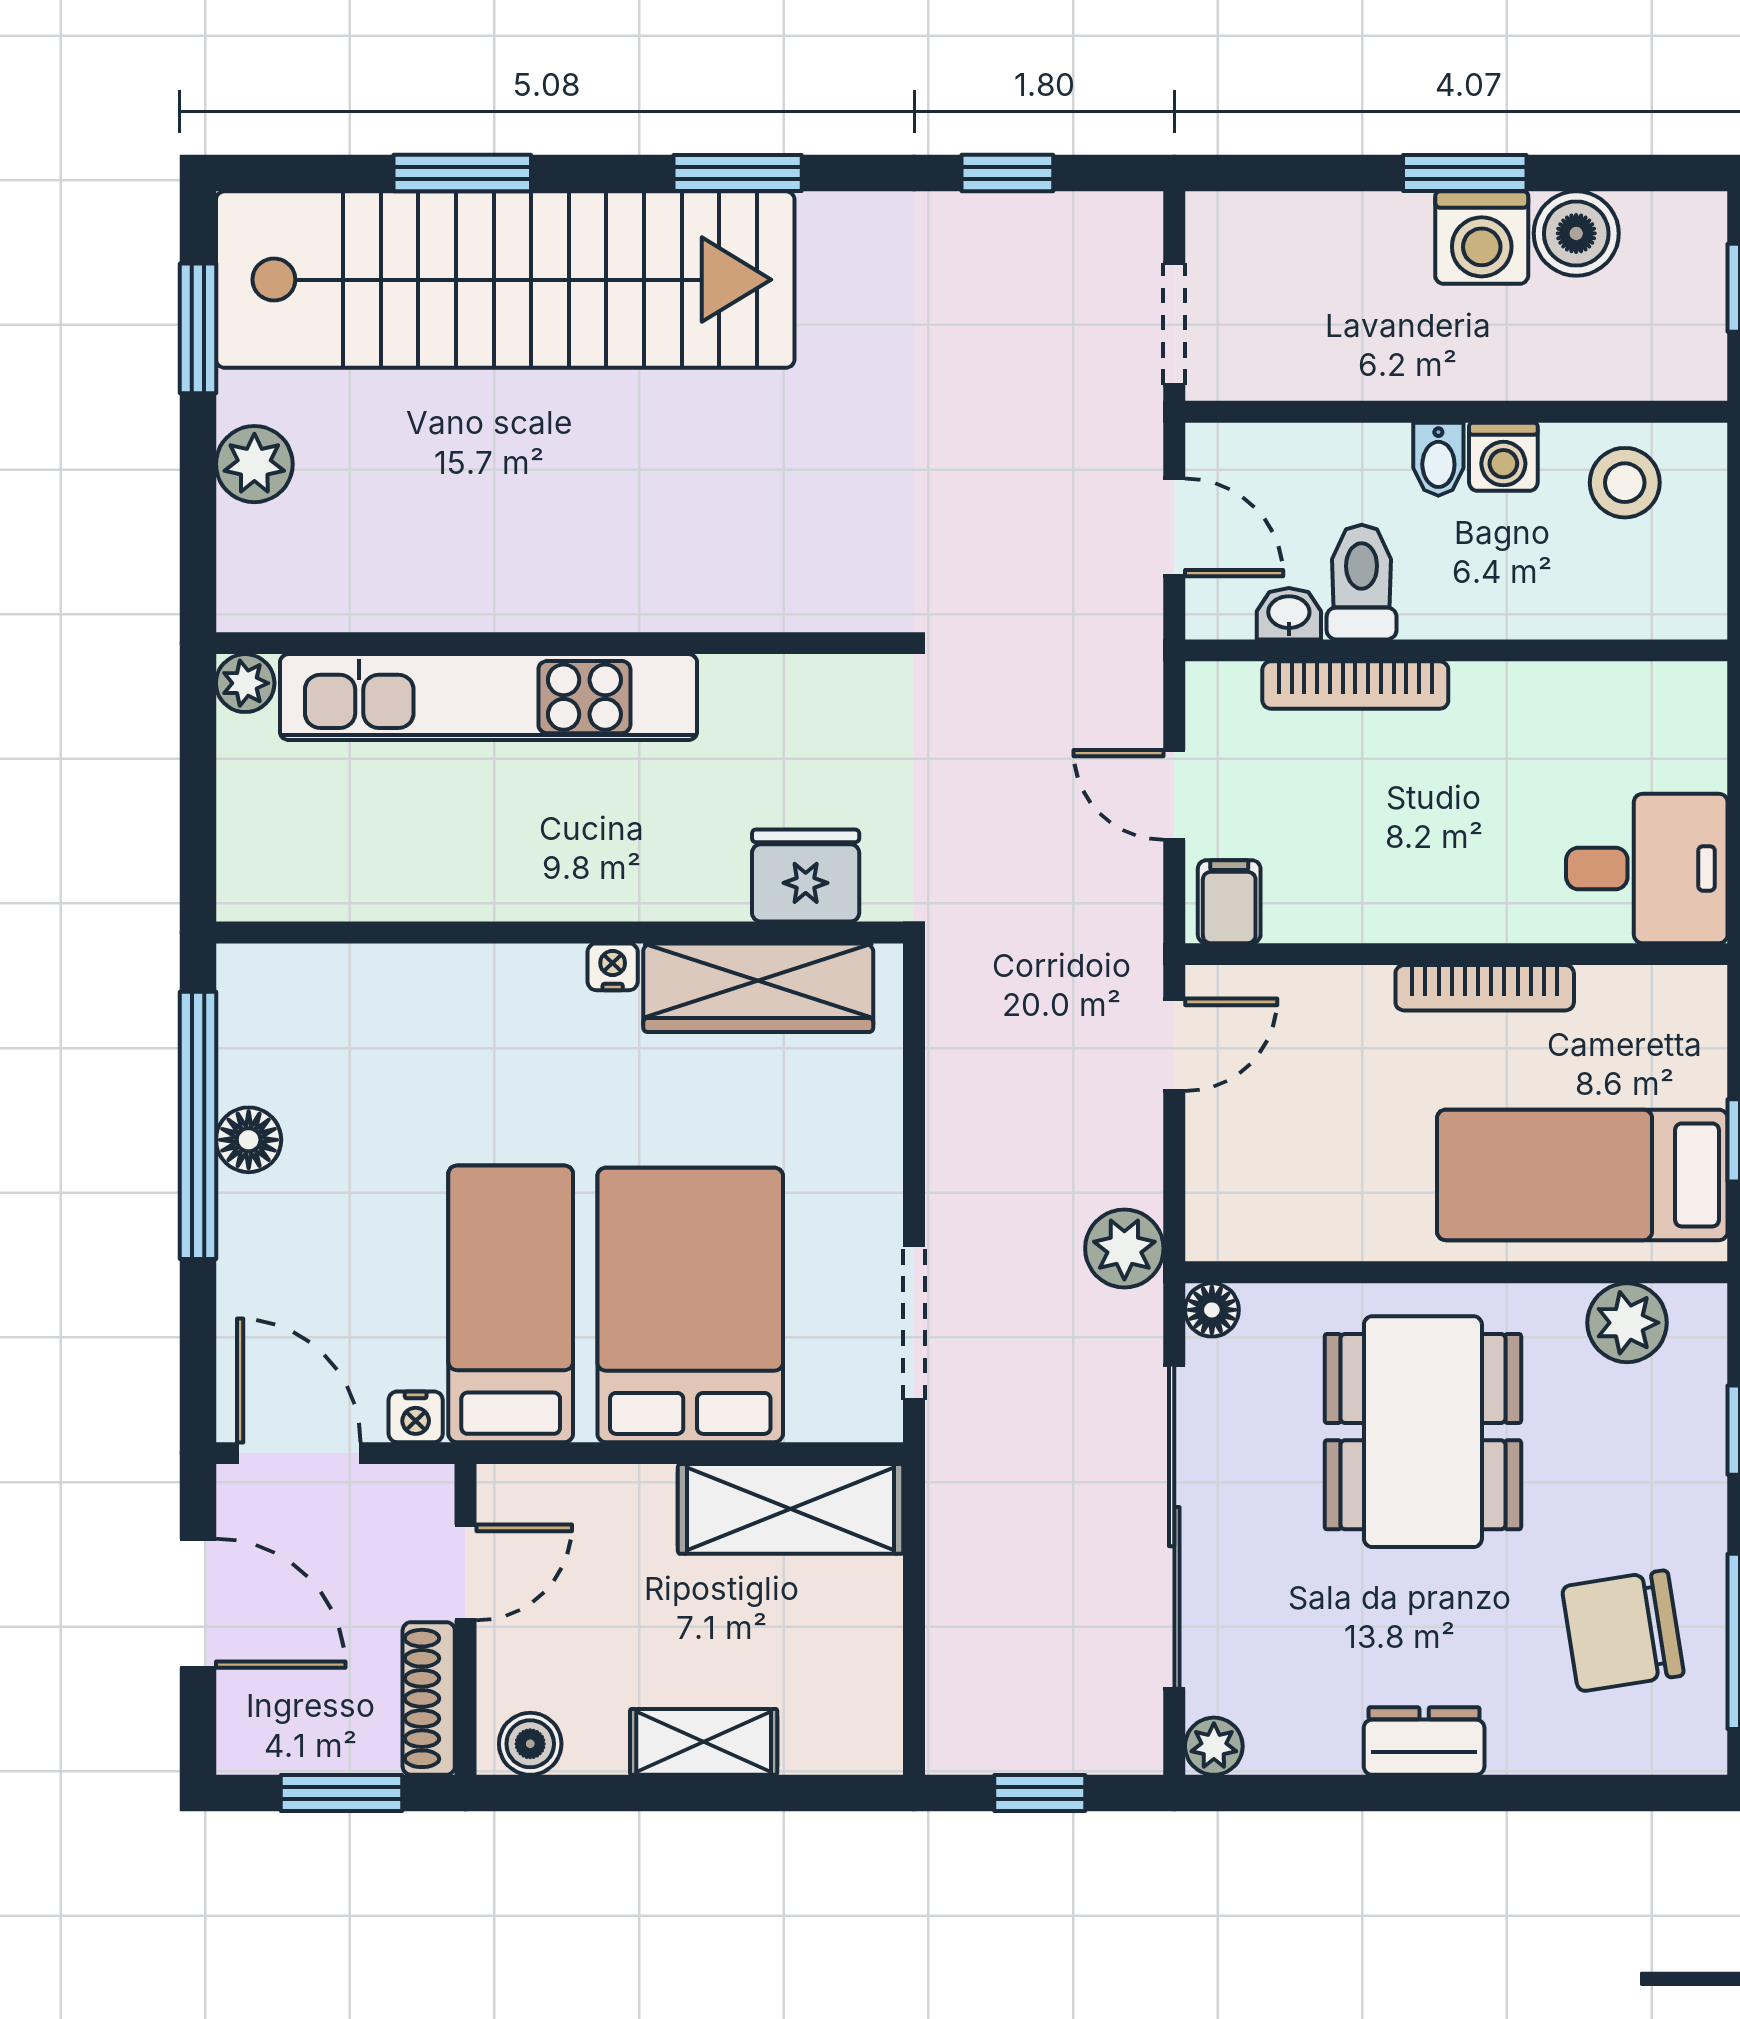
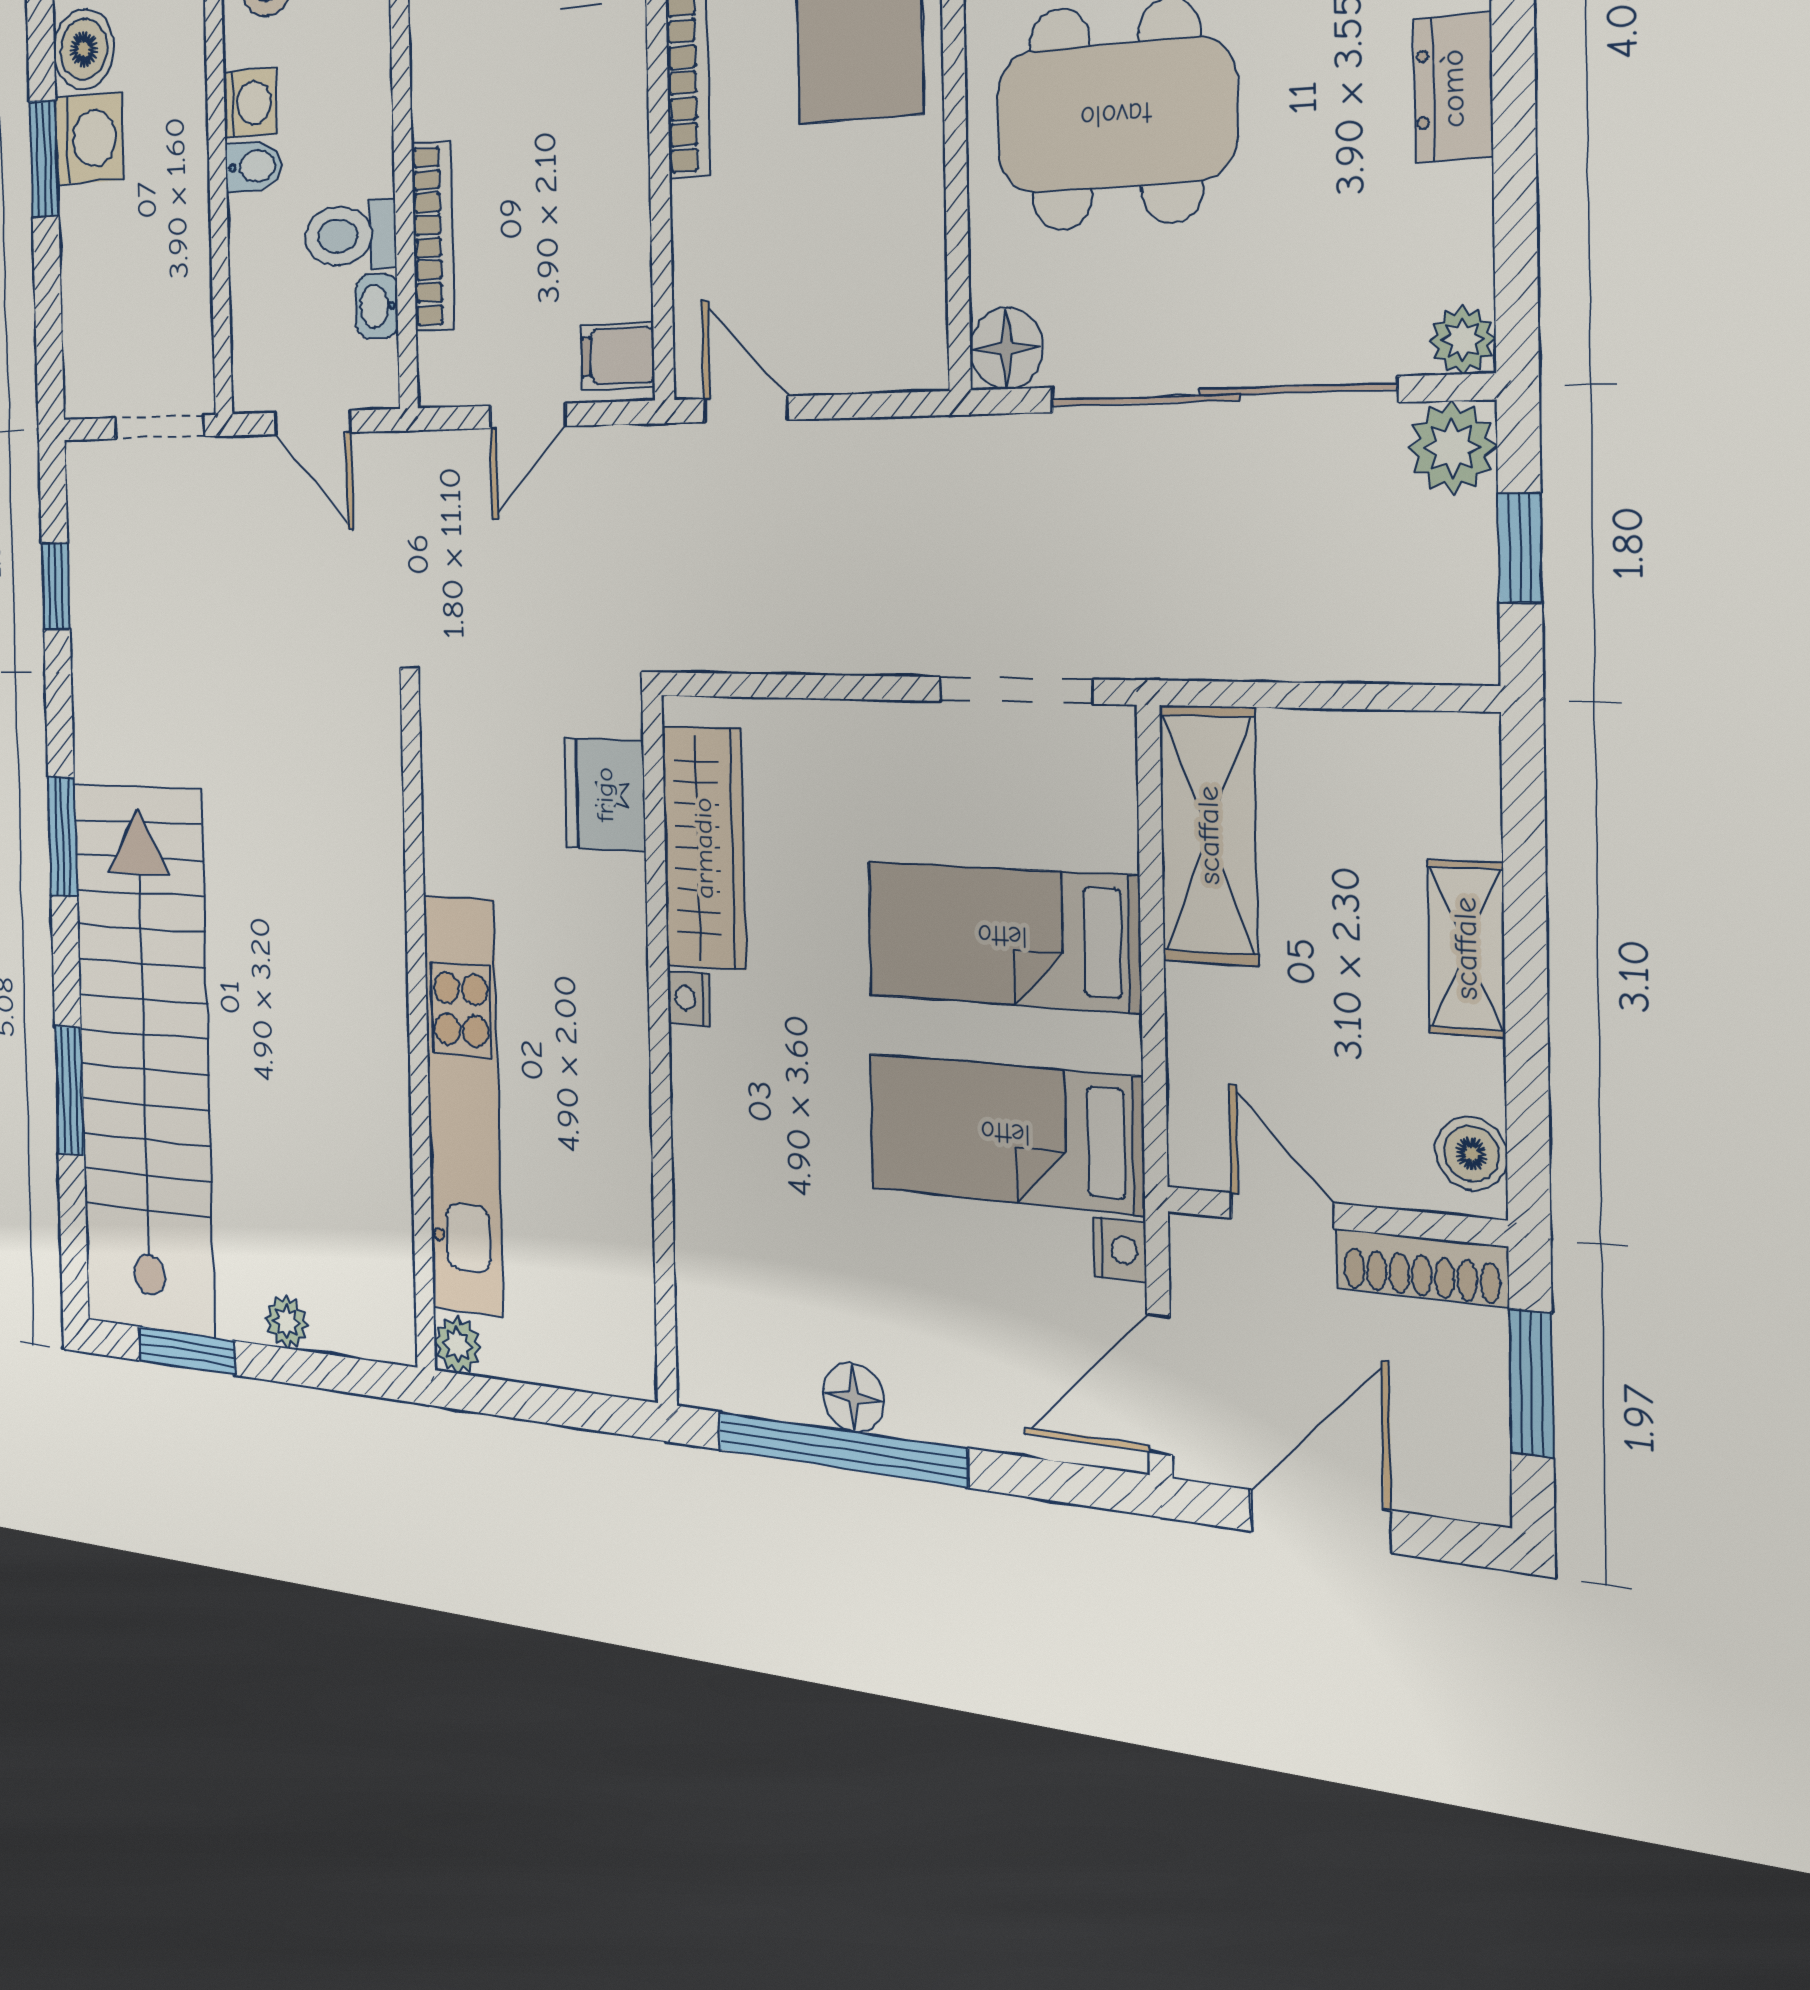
plant: (254, 464) -> (286, 1322), width x0.73, depth x0.73
door: (1174, 527) -> (312, 422), swing flipped
plant: (1124, 1248) -> (1452, 447), moved
bed: (690, 1305) -> (1002, 936), width x0.67
floor lamp: (1212, 1310) -> (1006, 348), width x1.37, depth x1.37

